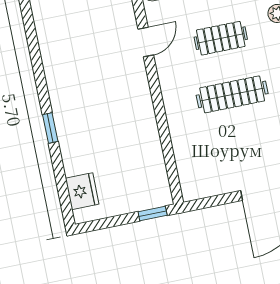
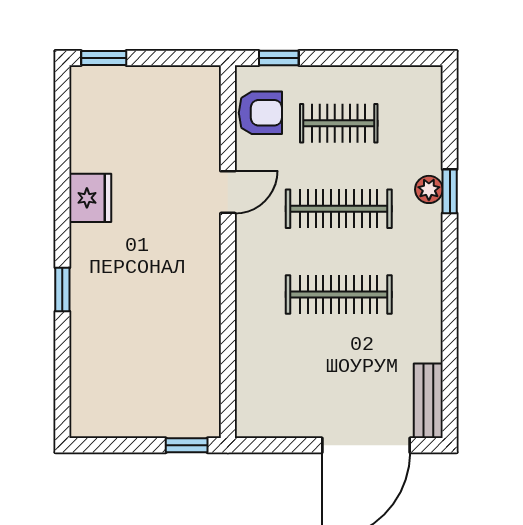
clothes rail: (221, 38) -> (339, 209), width x1.36
fridge: (82, 191) -> (90, 198), moved

